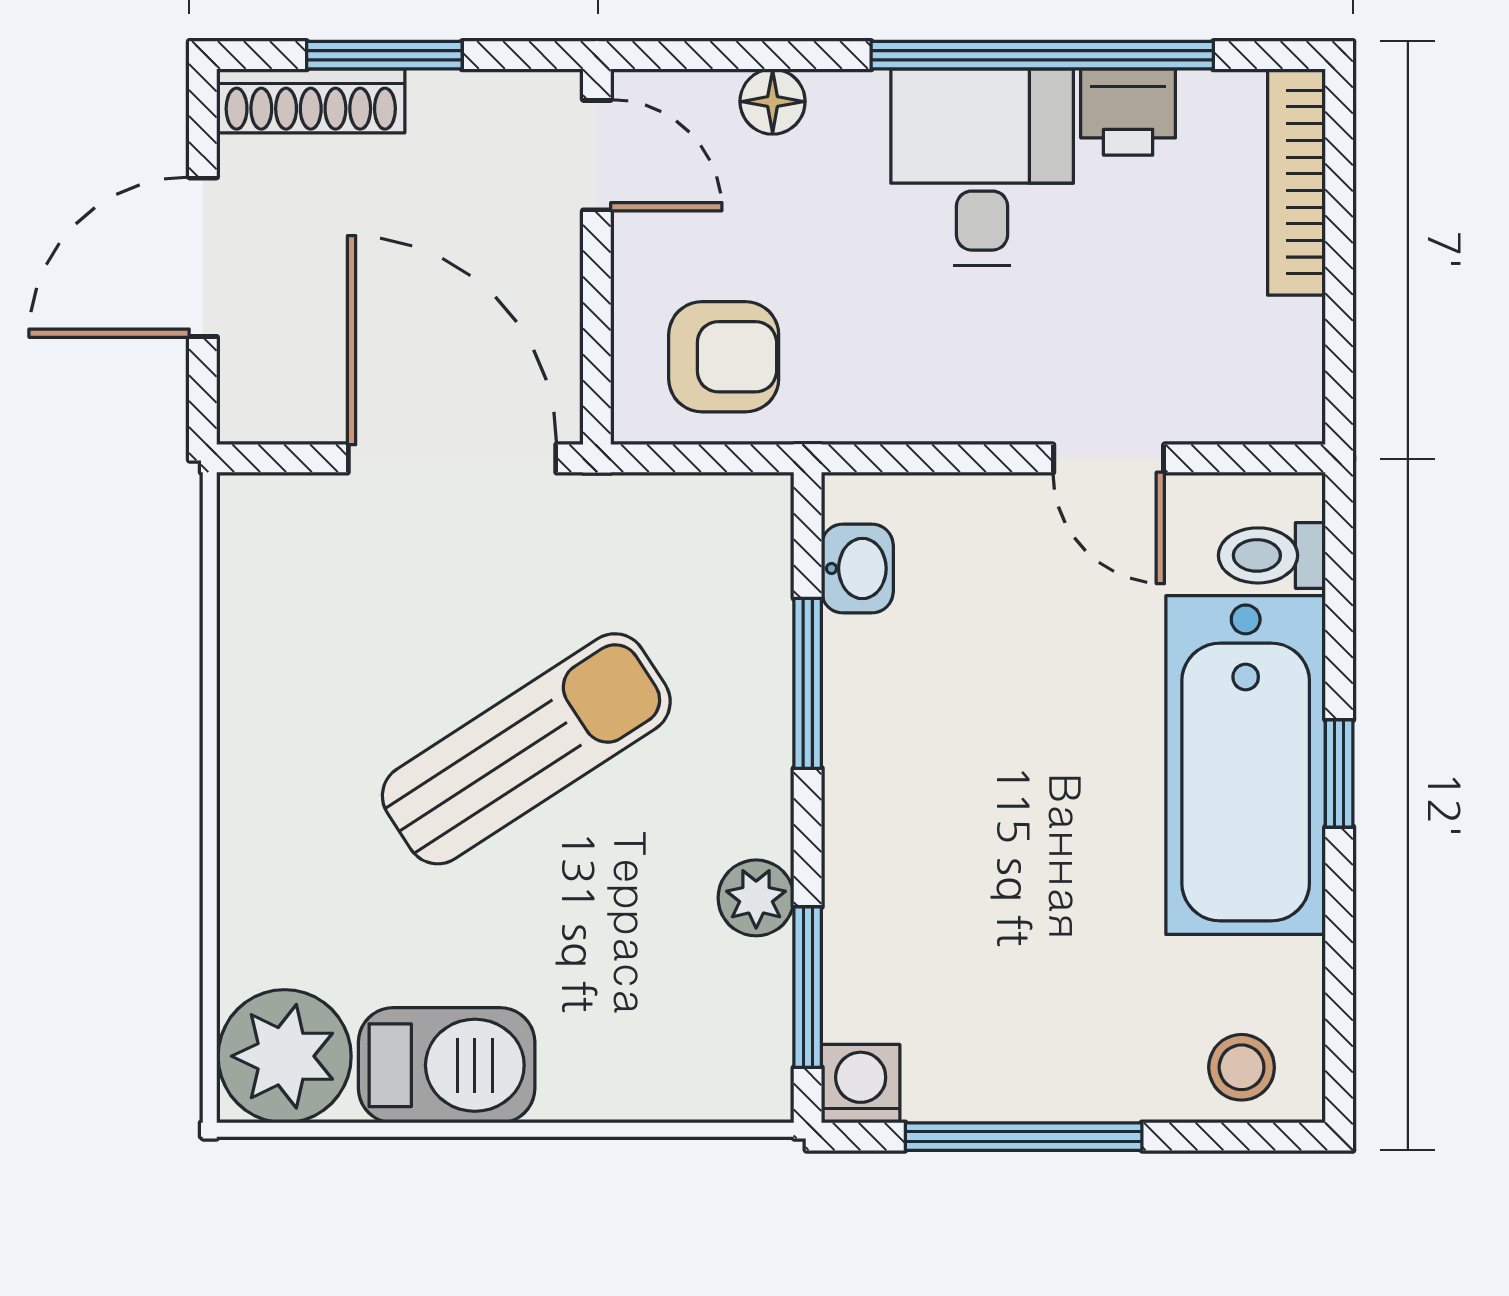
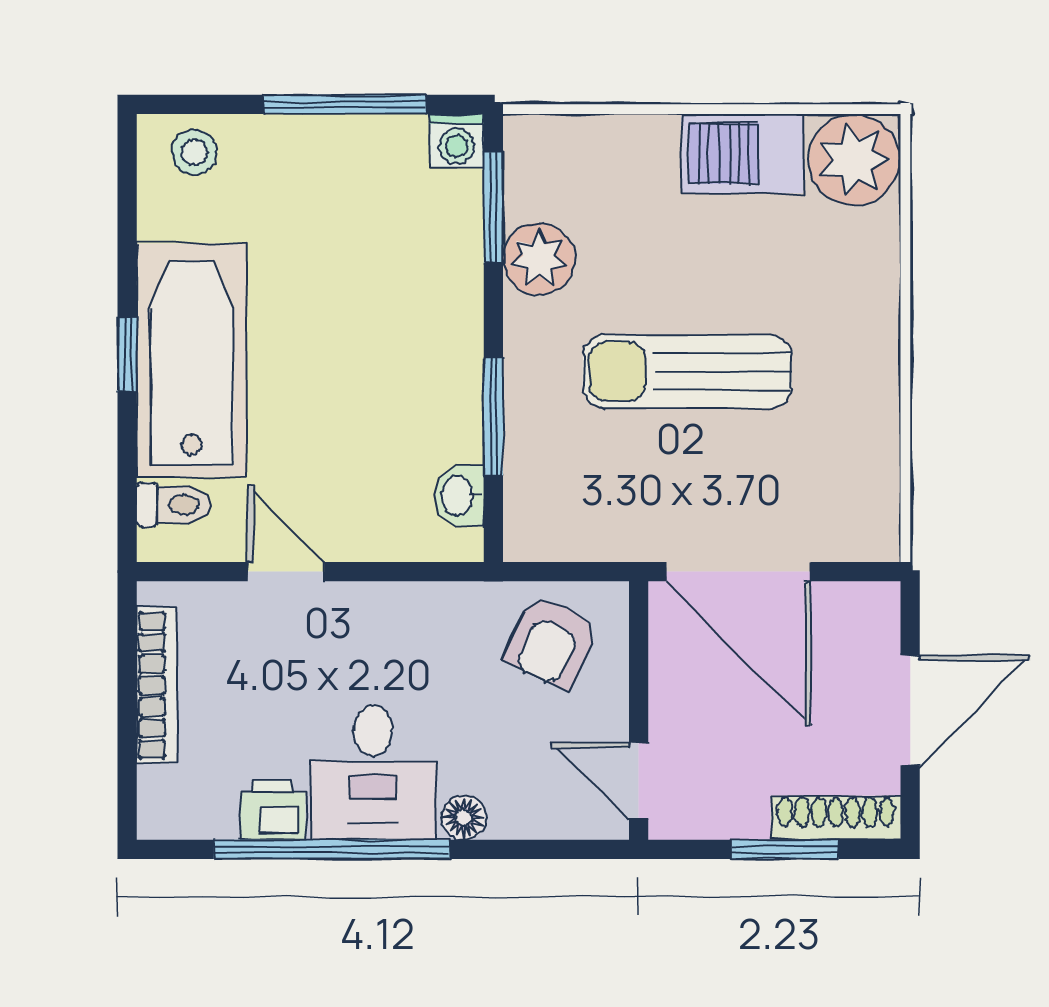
floor lamp: (773, 102) -> (464, 817), moved
bookcase: (1297, 182) -> (157, 685), moved
armchair: (724, 357) -> (551, 642), turned -65
sun lounger: (526, 749) -> (687, 371), turned 33
plant: (756, 898) -> (539, 259), width x1.38, depth x1.38

